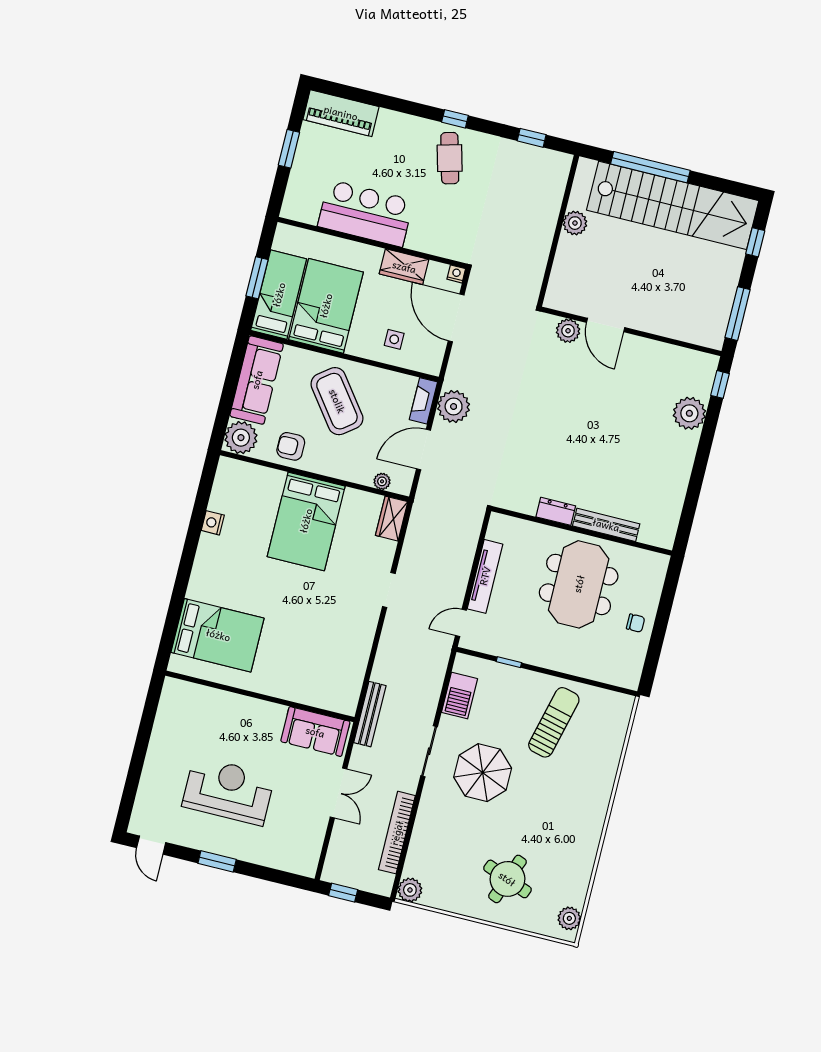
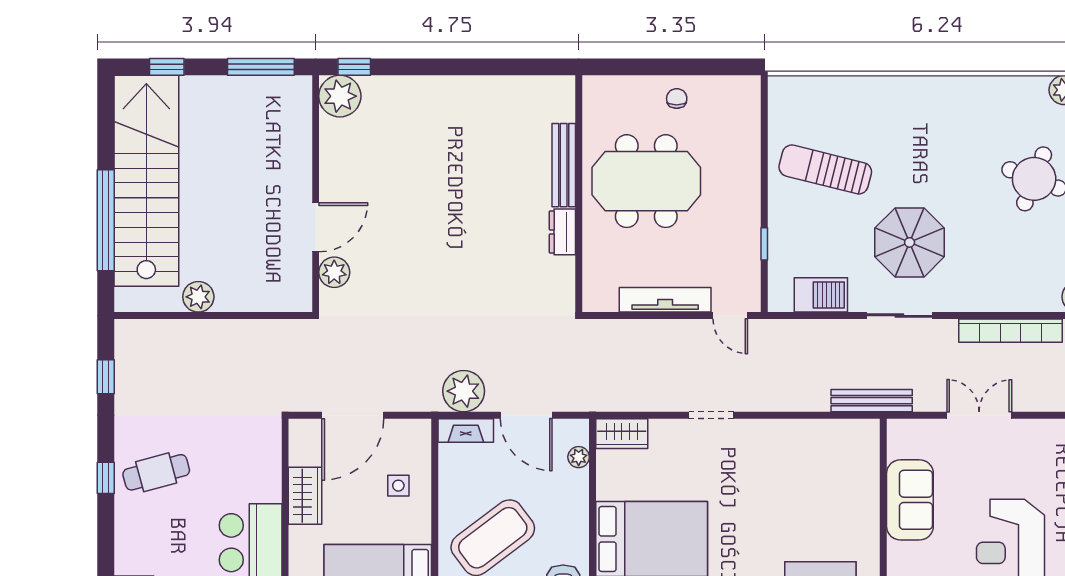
nightstand: (456, 274) -> (298, 429), removed
plant: (689, 413) -> (340, 96), moved
sofa: (315, 732) -> (910, 500), moved

